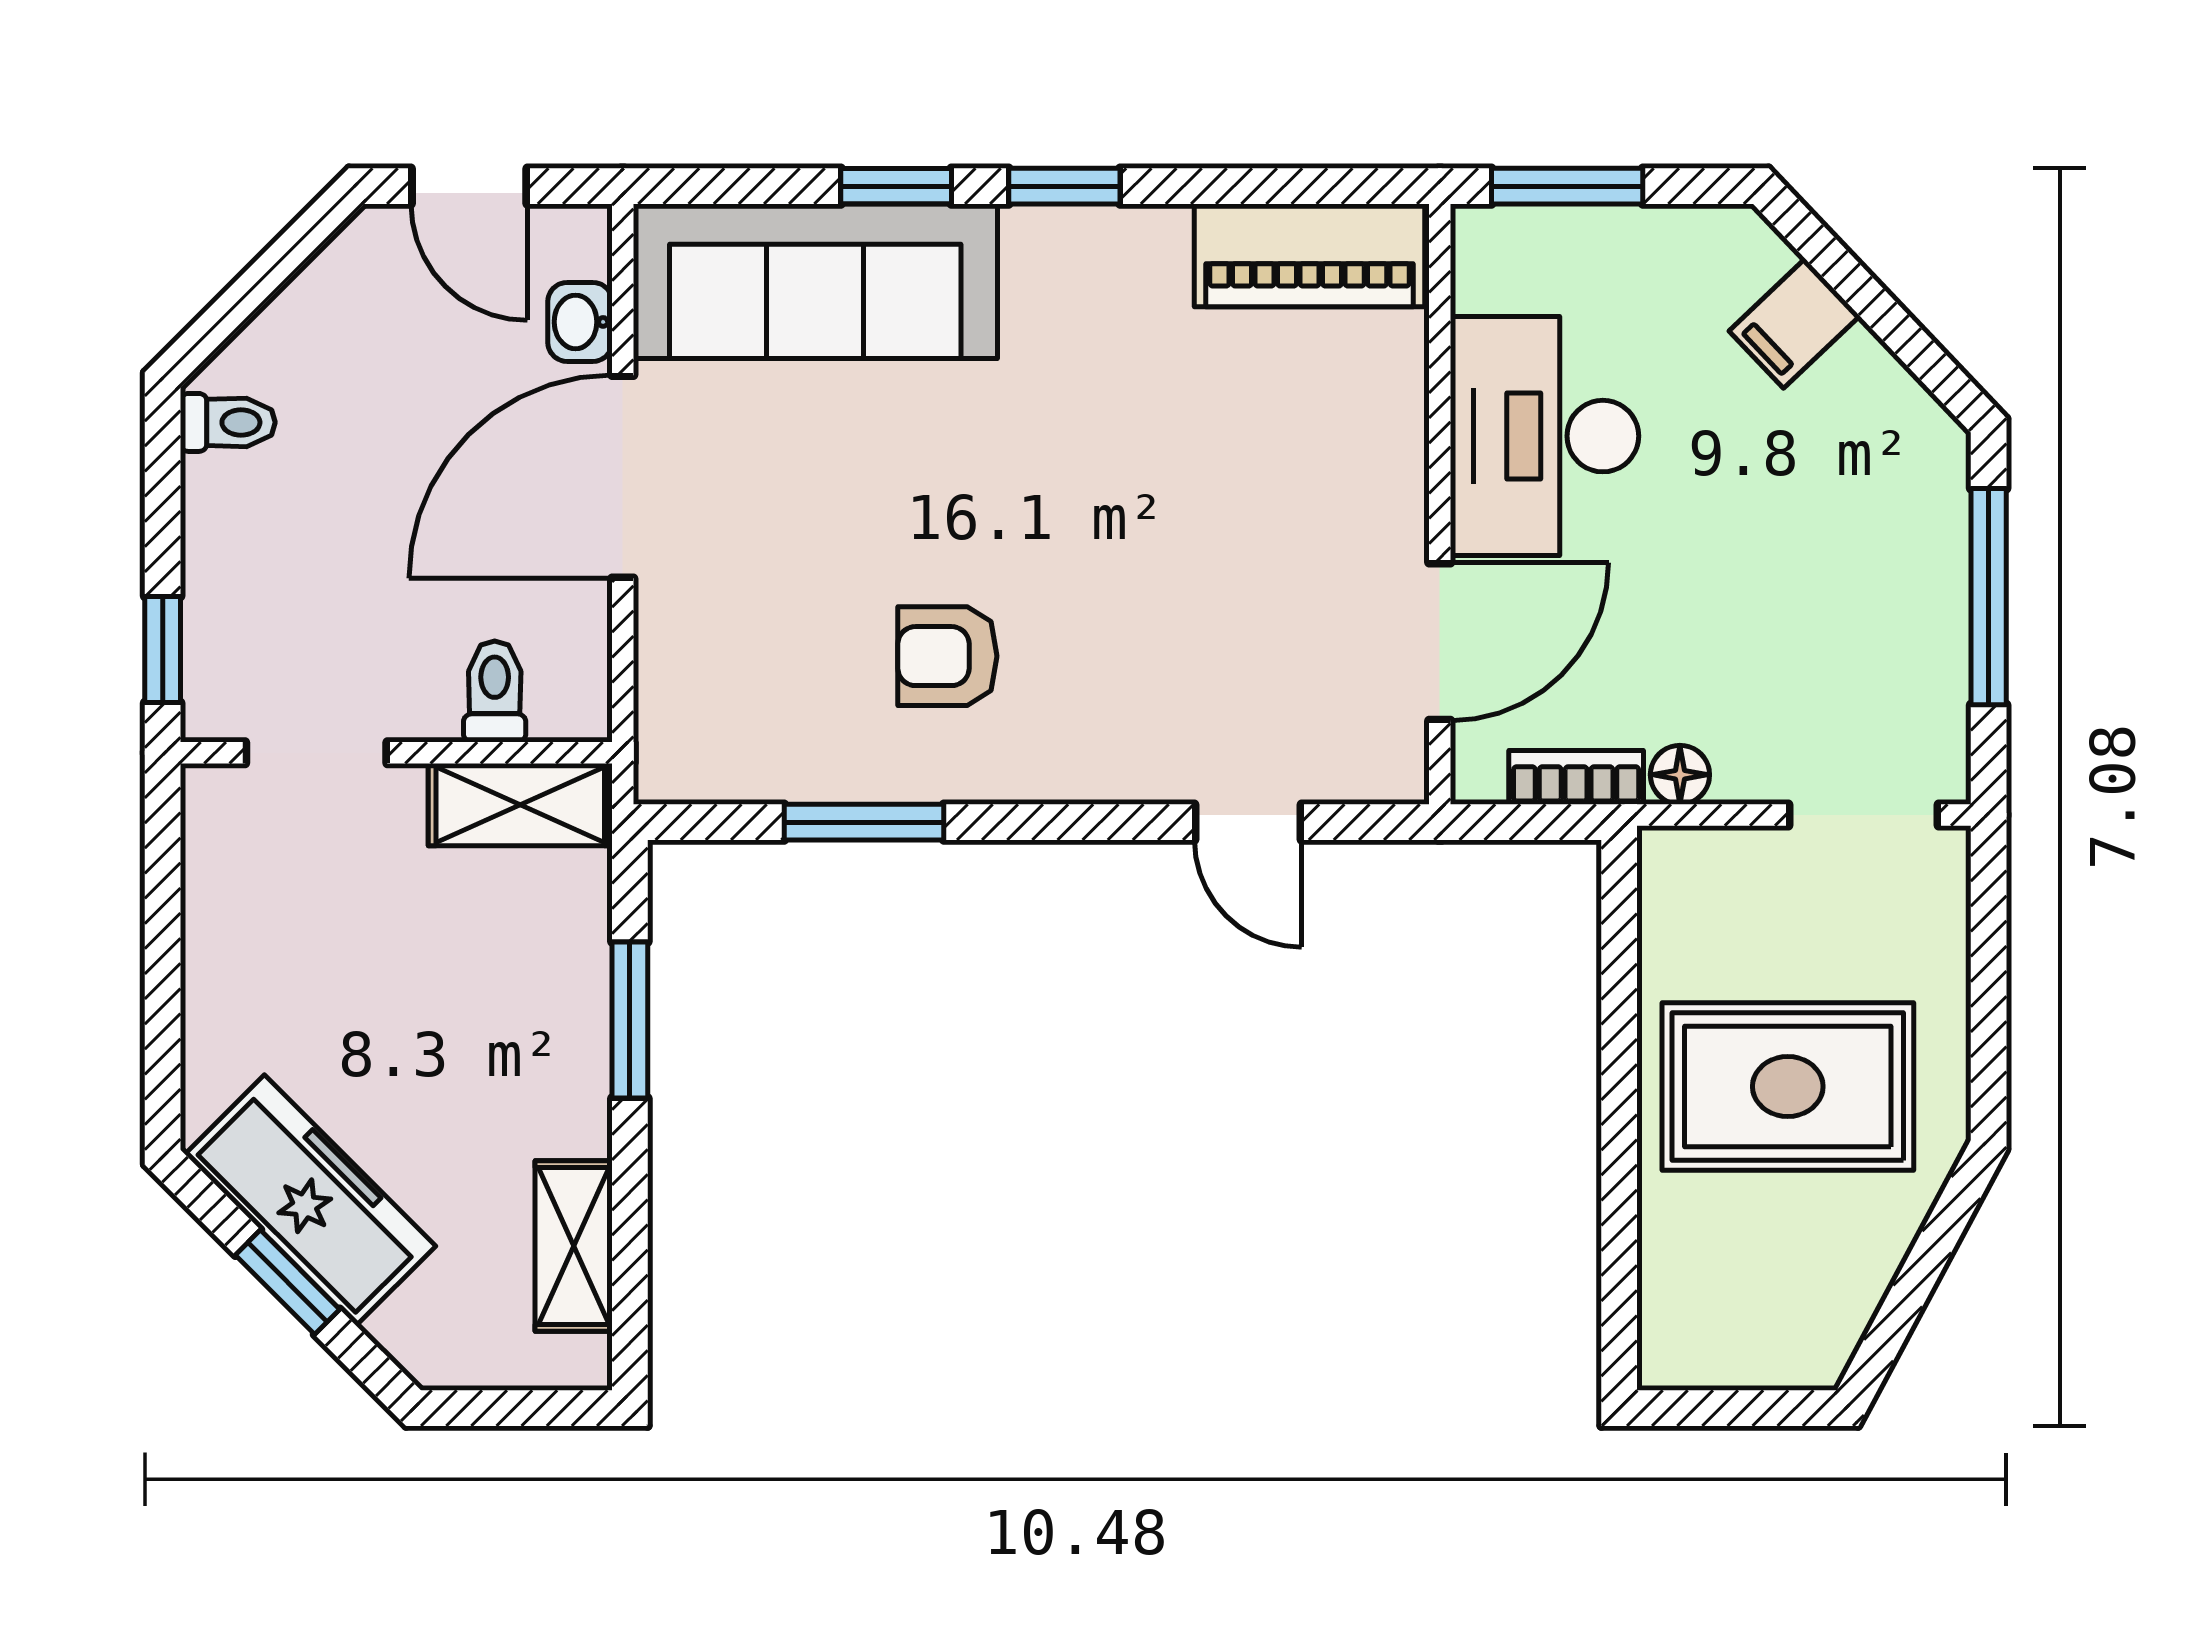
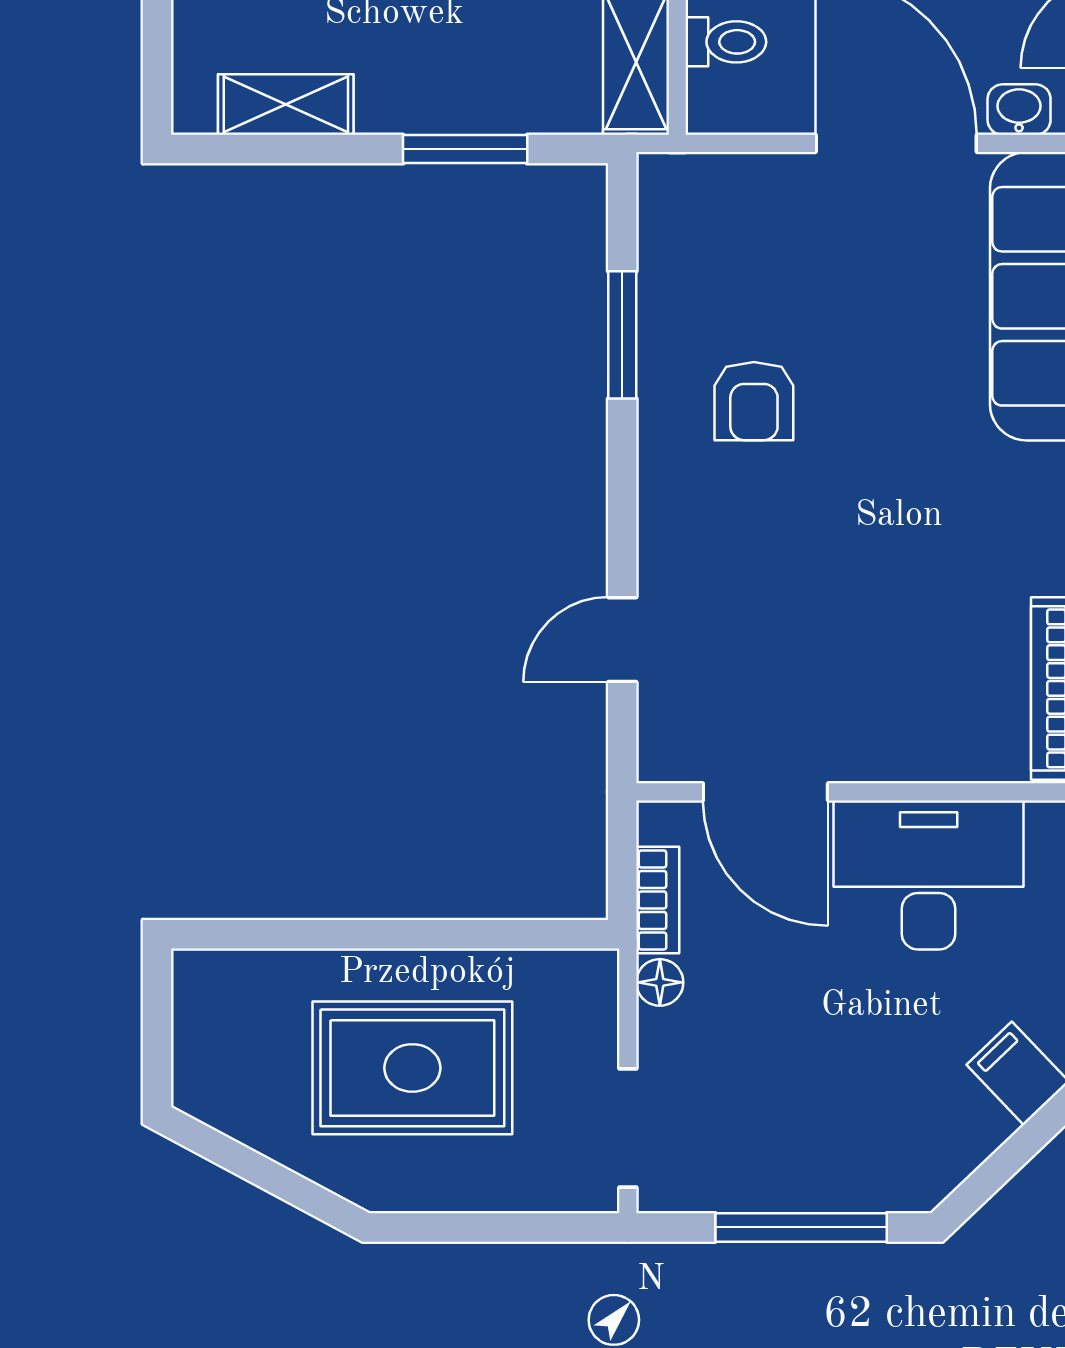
armchair: (947, 656) -> (754, 401), turned 180
rug: (1788, 1086) -> (412, 1068), turned 90

